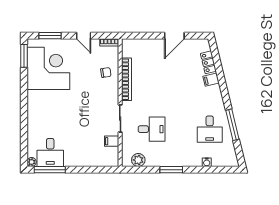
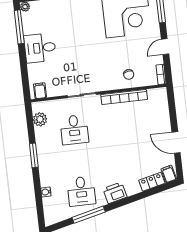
filing cabinet: (211, 80) -> (169, 174), moved
printer: (215, 98) -> (115, 193), added
desk: (210, 129) -> (81, 191), turned -90
filing cabinet: (112, 141) -> (40, 91), moved
desk: (50, 152) -> (40, 48), moved

